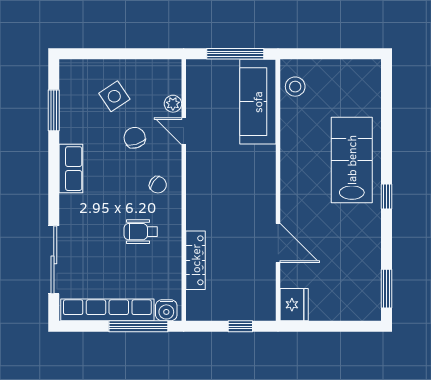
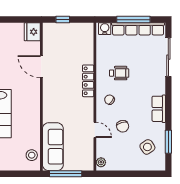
side table: (114, 96) -> (147, 147), moved
plant: (173, 104) -> (101, 162), moved
locker: (196, 260) -> (88, 81), moved
window: (138, 326) -> (133, 20), moved

